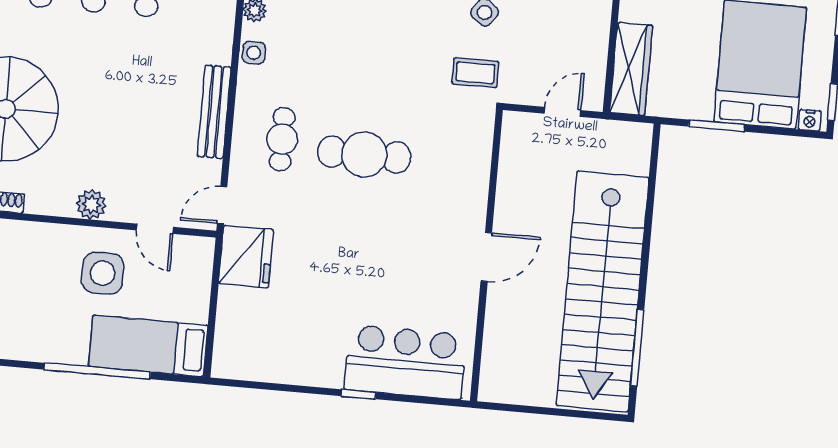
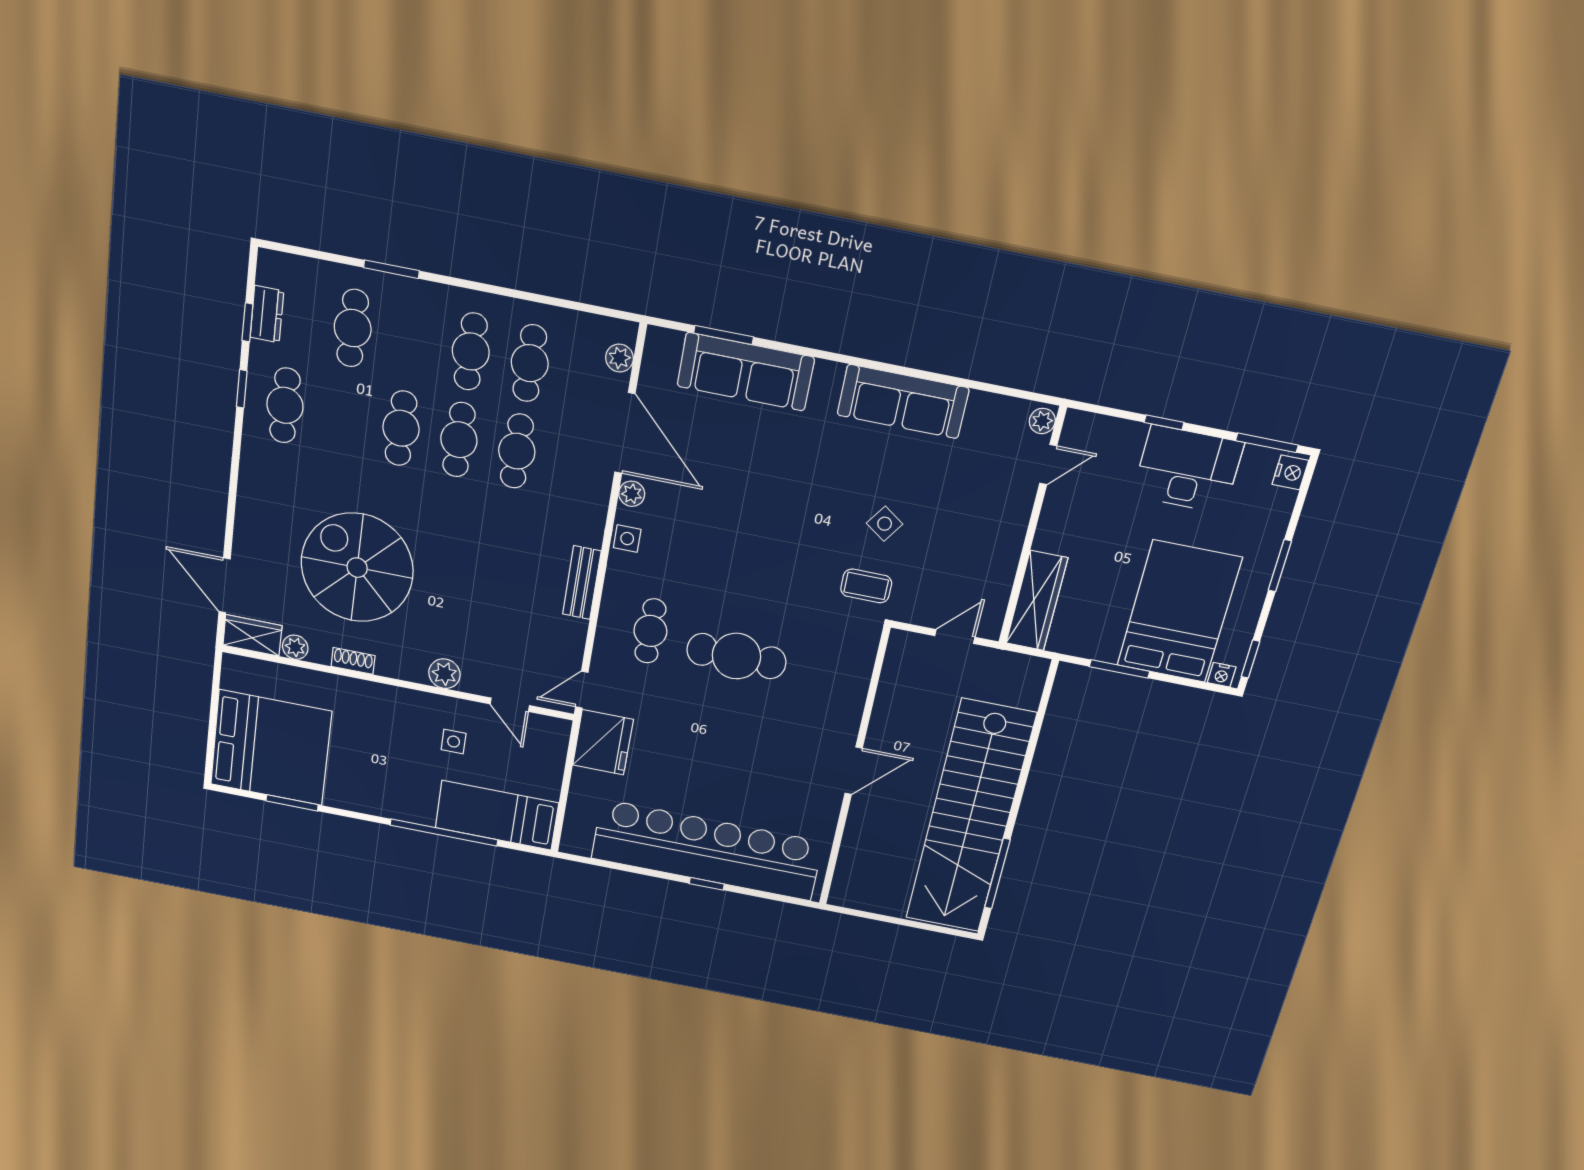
bench: (214, 112) -> (582, 583), width x0.73
side table: (103, 273) -> (454, 742), width x0.54, depth x0.54
bar counter: (405, 362) -> (707, 850), width x1.86

